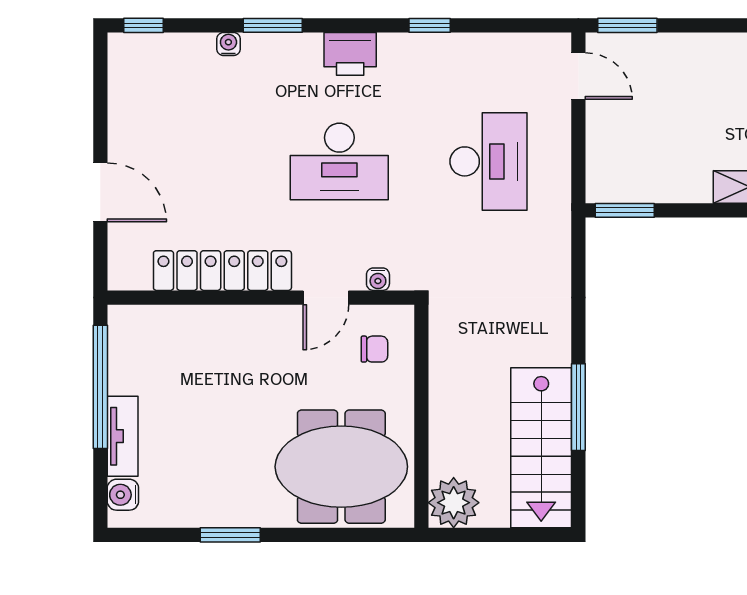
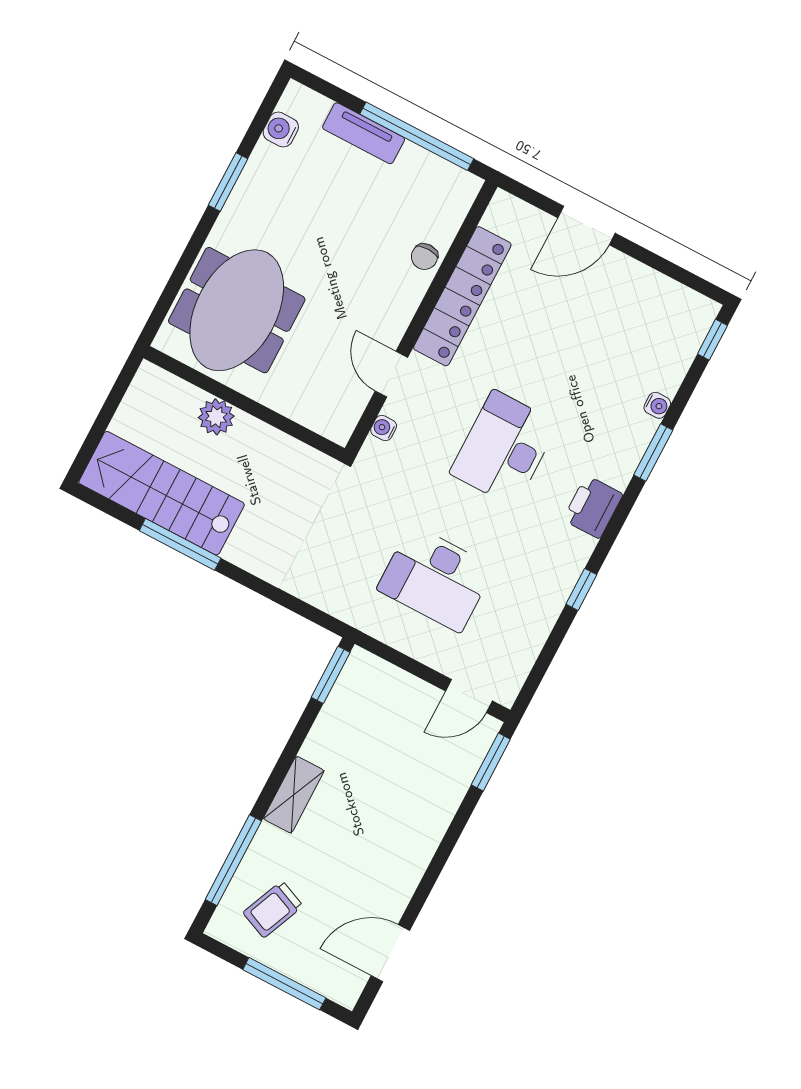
chair: (374, 349) -> (424, 257), moved
water cooler: (123, 495) -> (281, 130), moved, turned -90
plant: (454, 503) -> (216, 417), moved, width x0.73, depth x0.73

